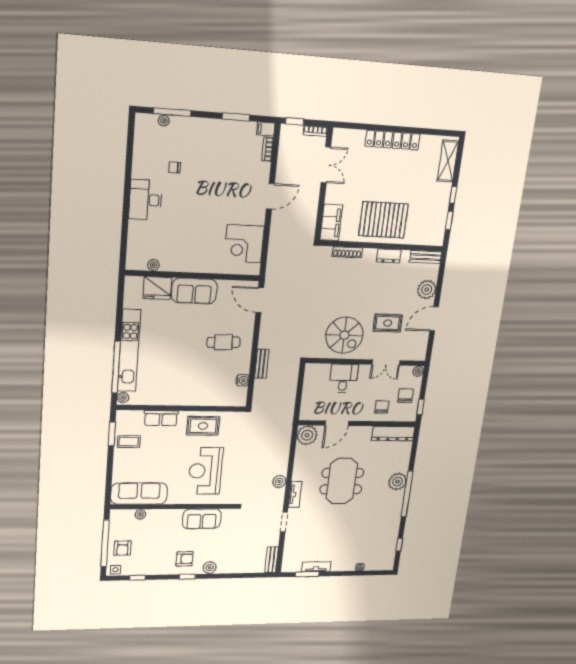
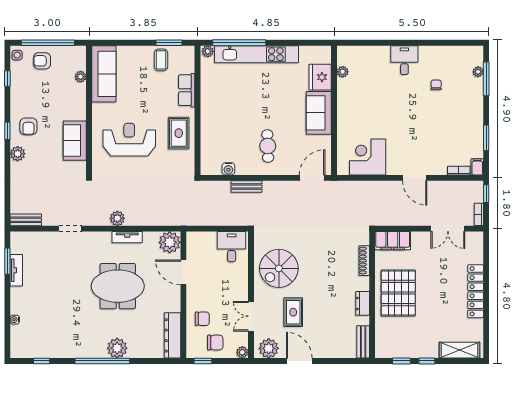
desk: (145, 200) -> (404, 60), width x0.73
plant: (427, 290) -> (269, 348), moved
desk: (344, 378) -> (232, 247), moved, turned -90
tv unit: (295, 494) -> (127, 237), moved

